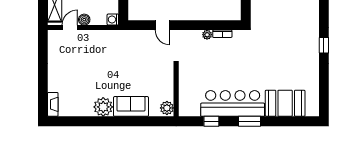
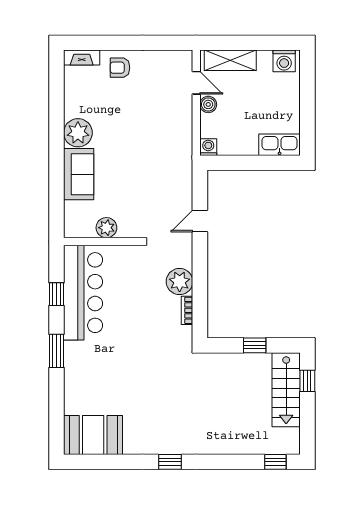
plant: (207, 35) -> (180, 282), width x1.87, depth x1.87
armchair: (60, 79) -> (120, 68), added
bar counter: (233, 103) -> (83, 293), moved
booth: (285, 103) -> (93, 435), moved, turned 90
plant: (167, 108) -> (106, 228), moved

